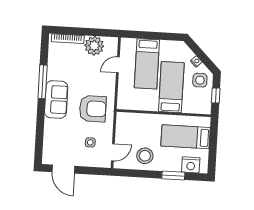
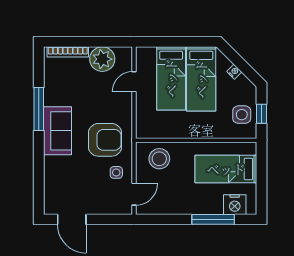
side table: (200, 80) -> (242, 115), moved
bed: (171, 87) -> (201, 79), moved, turned 180
side table: (90, 142) -> (116, 172), moved
stool: (145, 156) -> (159, 159), moved
window: (173, 175) -> (213, 219), width x1.44

